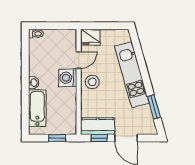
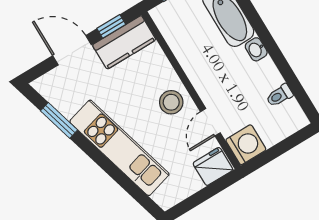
toilet: (36, 34) -> (279, 95), moved
washing machine: (68, 78) -> (246, 145), moved

